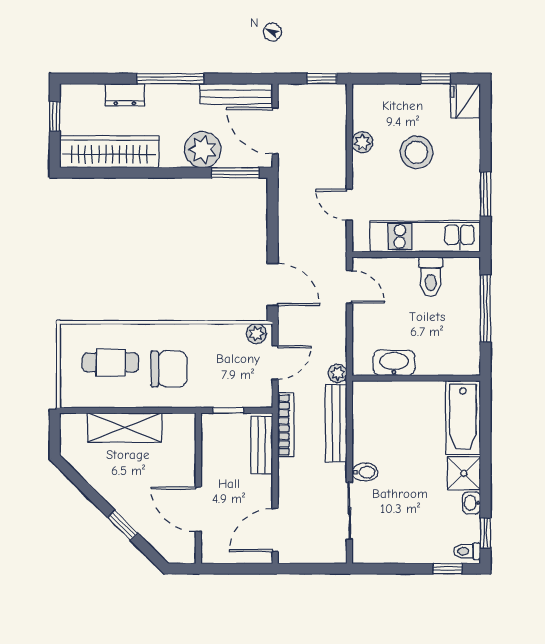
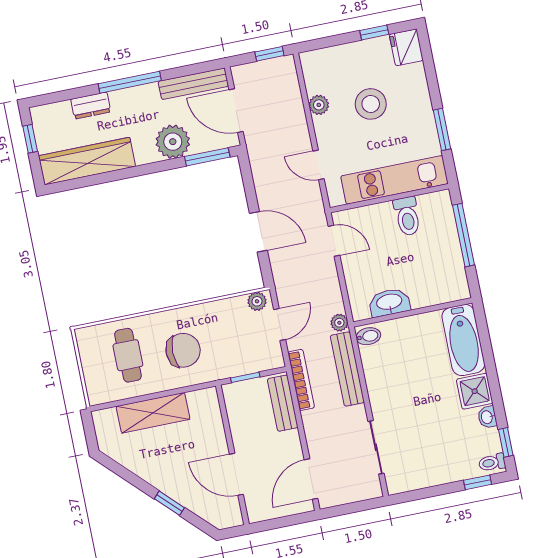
door: (273, 284) -> (258, 232), moved
cafe table: (111, 362) -> (128, 355), turned 90
bidet: (365, 472) -> (368, 336), moved

